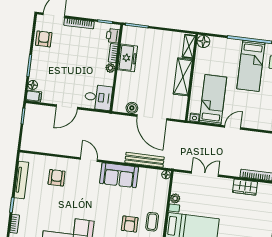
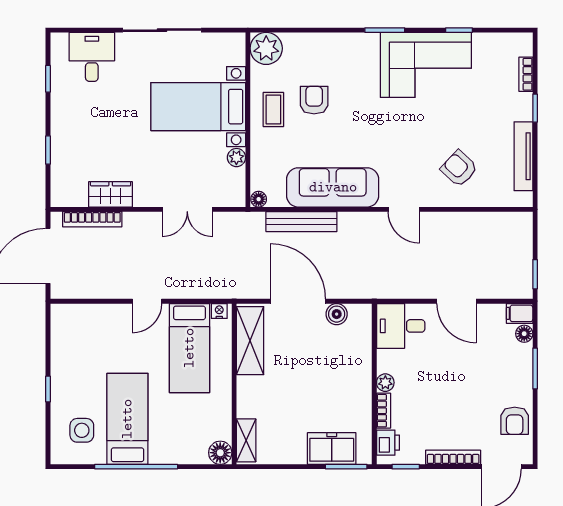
freezer: (127, 58) -> (332, 449), moved, turned 90
shelving: (183, 77) -> (250, 341), moved
door: (67, 107) -> (457, 301), swing flipped
sofa: (119, 175) -> (333, 187), width x1.36
armchair: (57, 178) -> (459, 169), turned 133

